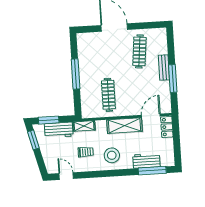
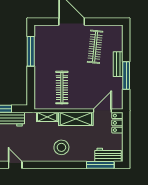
window: (76, 74) -> (31, 51), moved
shelving: (84, 126) -> (47, 117), moved
trolley: (86, 152) -> (36, 142), removed
workbench: (146, 161) -> (108, 155), moved

